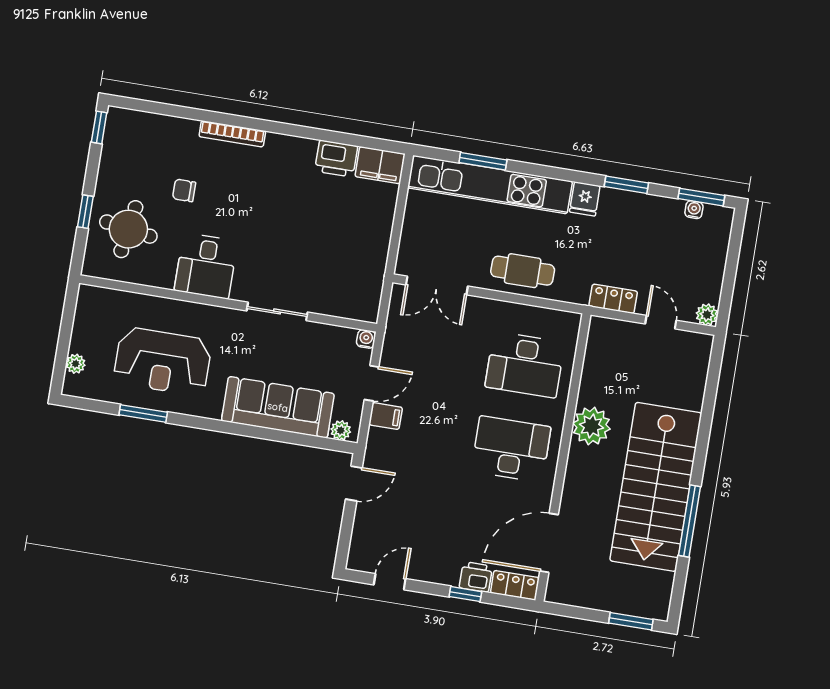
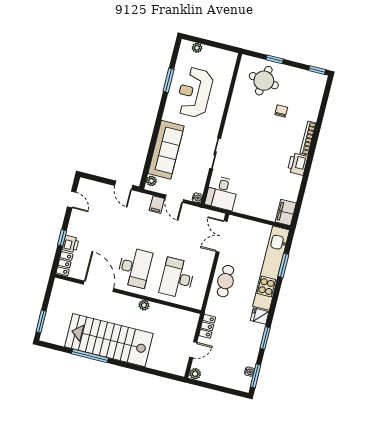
printer: (336, 159) -> (298, 164), moved
desk: (206, 266) -> (222, 193), moved, turned -90
plant: (591, 426) -> (144, 305), width x0.53, depth x0.53
door: (549, 543) -> (99, 286), moved

